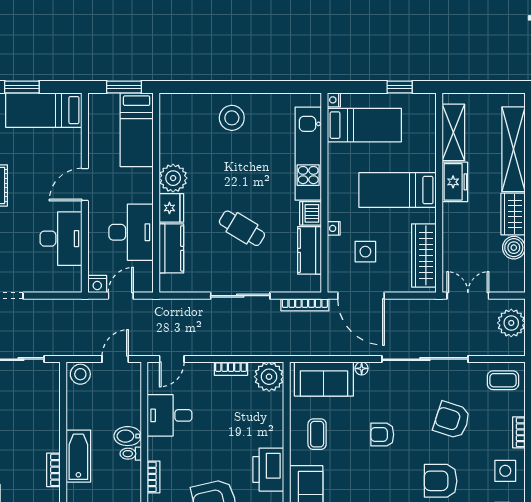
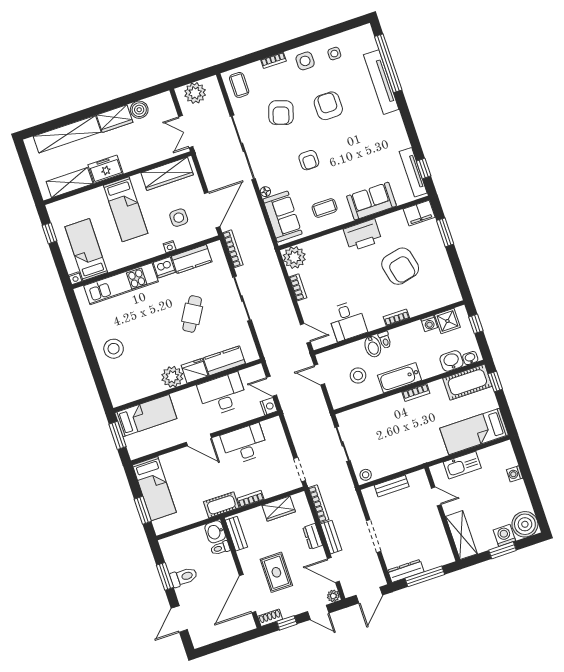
stool: (80, 374) -> (358, 376), moved
armchair: (441, 481) -> (328, 106), turned 180

